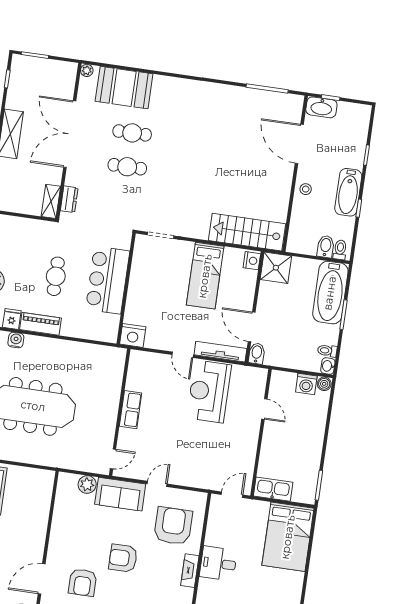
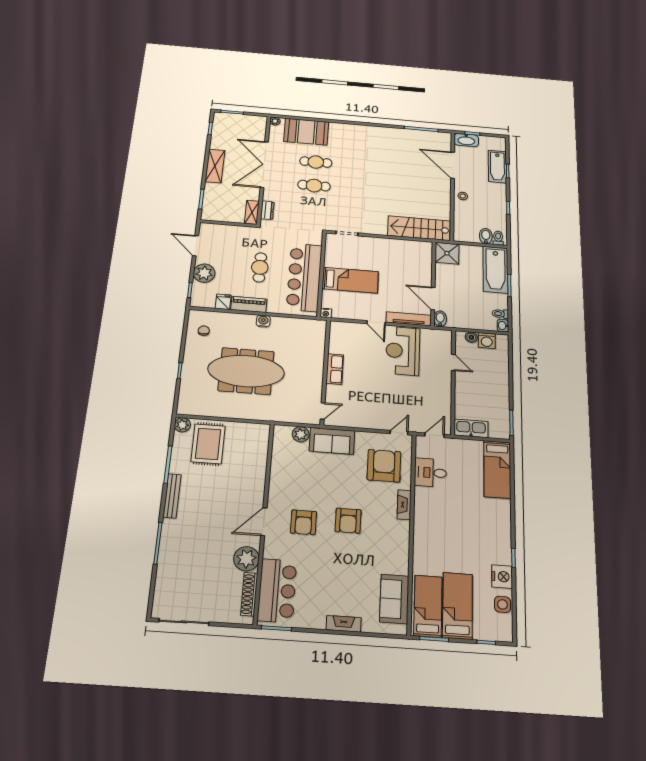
bathtub: (348, 192) -> (497, 167), moved
nightstand: (252, 261) -> (426, 249), removed
bed: (205, 276) -> (350, 280), moved, turned -90
bar counter: (108, 280) -> (304, 277), width x1.36
nightstand: (133, 335) -> (326, 313), width x0.53, depth x0.56
water cooler: (16, 340) -> (263, 321), moved
boiler: (324, 384) -> (471, 337), moved
door: (157, 484) -> (399, 433), moved
bed: (288, 537) -> (497, 469), width x0.67
armchair: (123, 558) -> (348, 521), moved, turned -90
desk: (218, 563) -> (430, 473), moved

